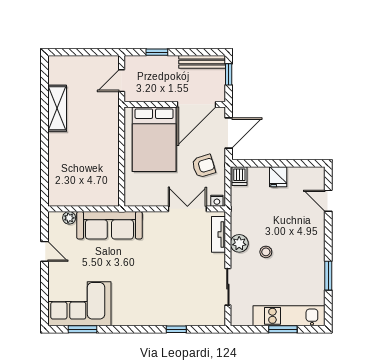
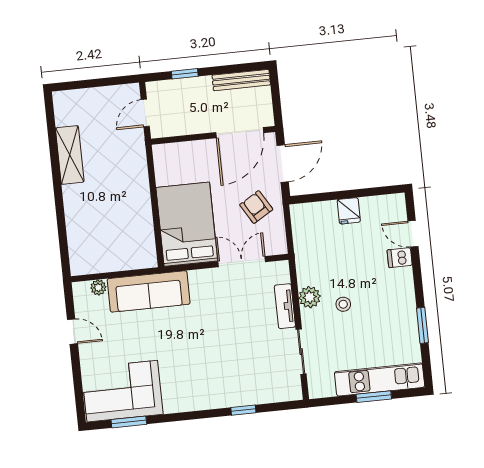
window: (229, 74) -> (275, 92), removed
bed: (154, 139) -> (187, 224), moved, turned 180
armchair: (204, 166) -> (256, 207), turned -104
dishwasher: (239, 176) -> (400, 258), moved, turned 90
nightstand: (217, 201) -> (277, 248), removed
tv unit: (218, 234) -> (285, 306), moved

